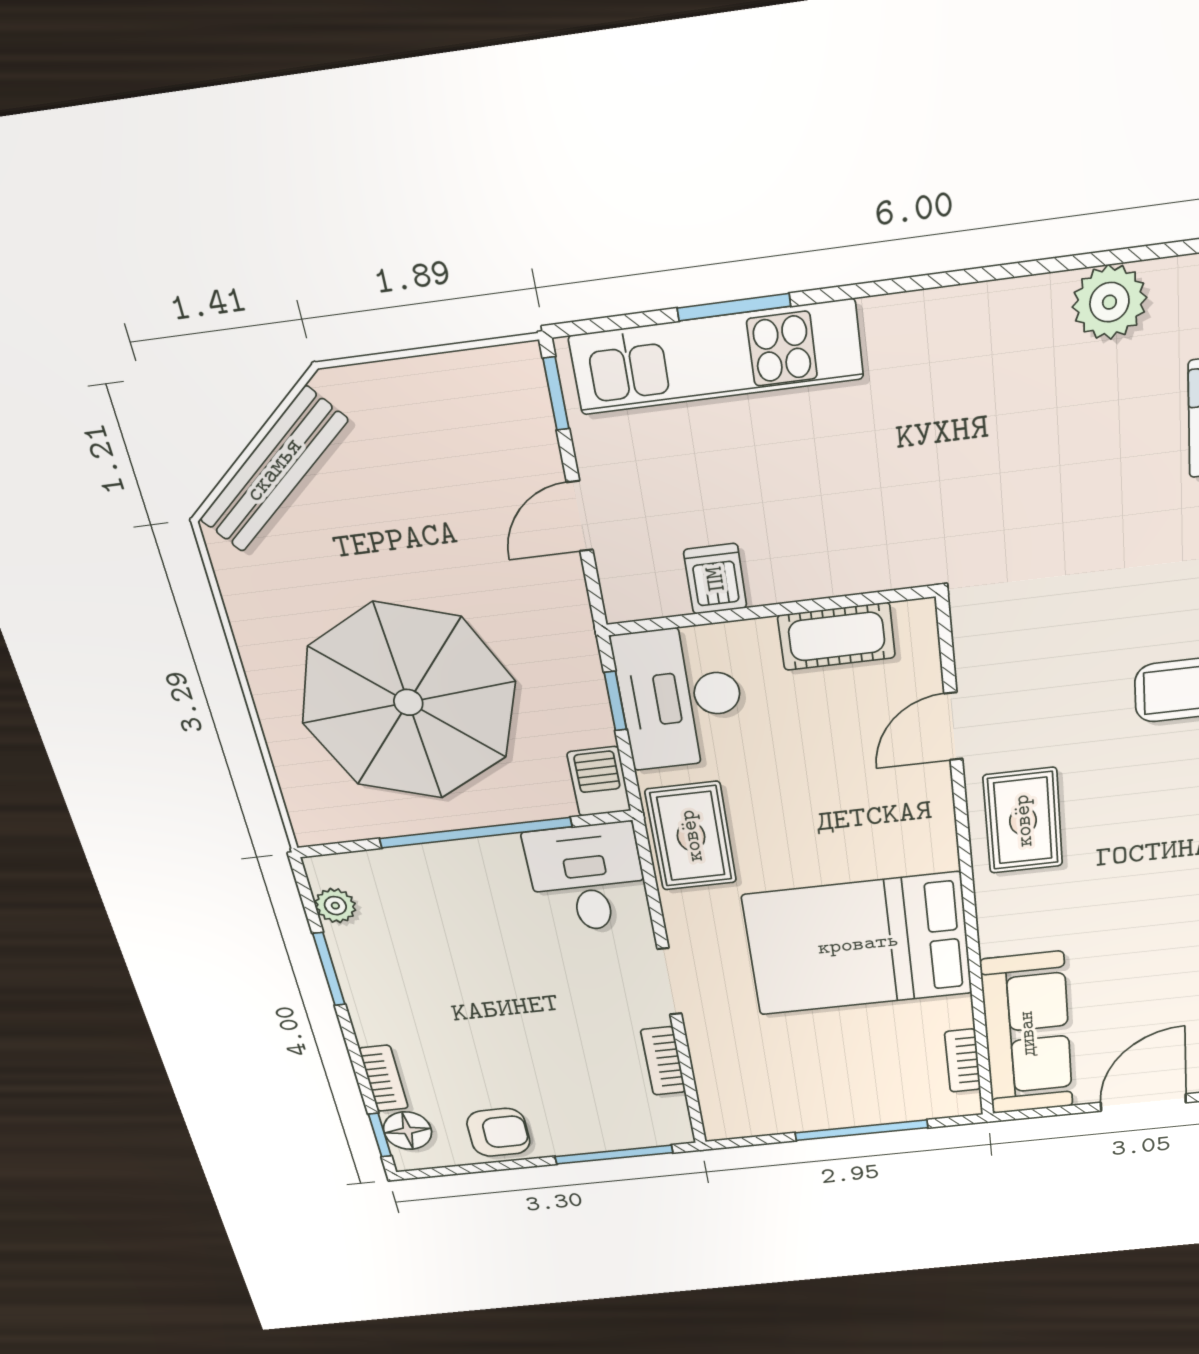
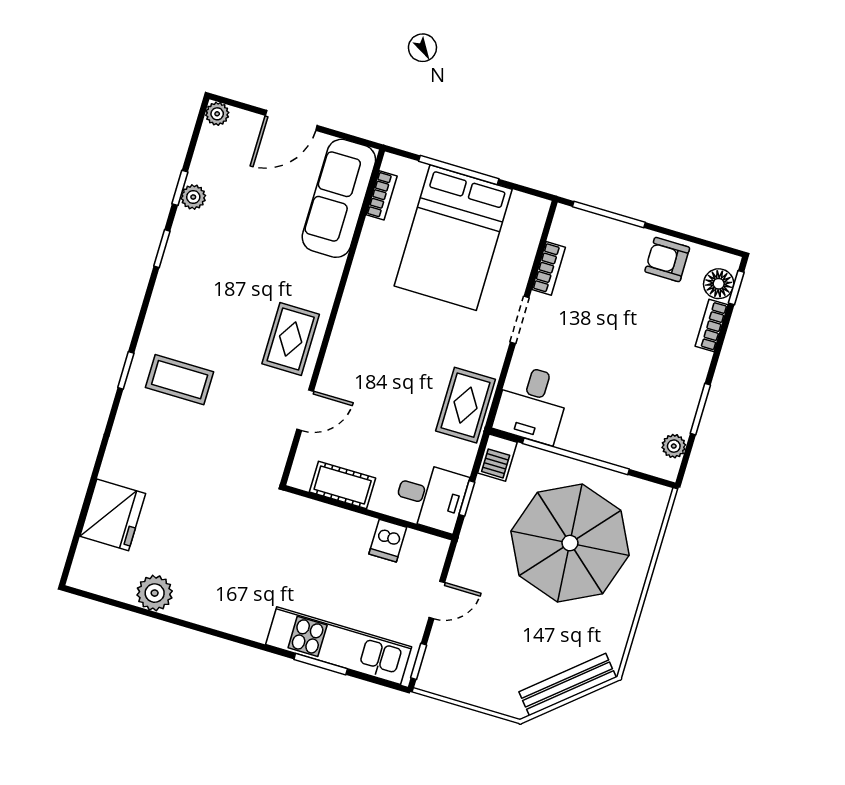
desk: (680, 697) -> (431, 497), width x0.73
bed: (858, 944) -> (453, 238), moved, turned 90

